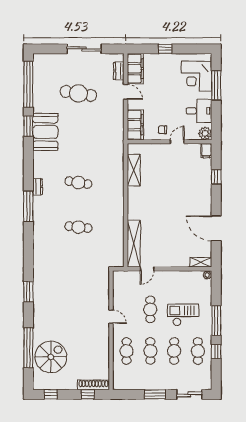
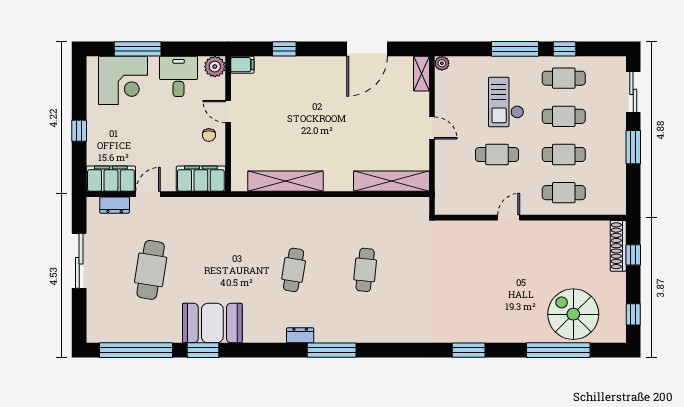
shelving: (134, 170) -> (285, 181), width x1.47
door: (147, 269) -> (432, 128), moved

